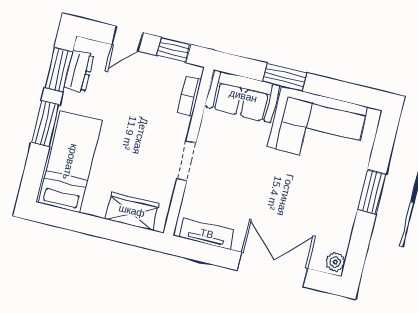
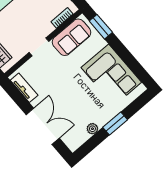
window: (285, 77) -> (101, 27), moved
sofa: (243, 96) -> (72, 37), moved, turned -90
plant: (335, 262) -> (92, 129), moved

